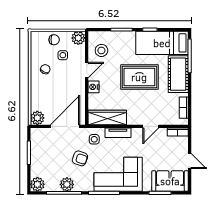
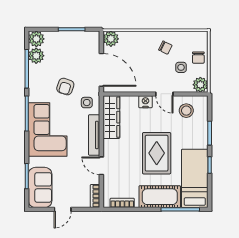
tv unit: (118, 133) -> (94, 135), width x1.41
plant: (67, 184) -> (36, 56), moved

